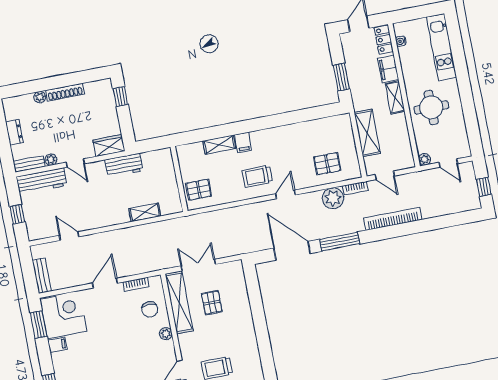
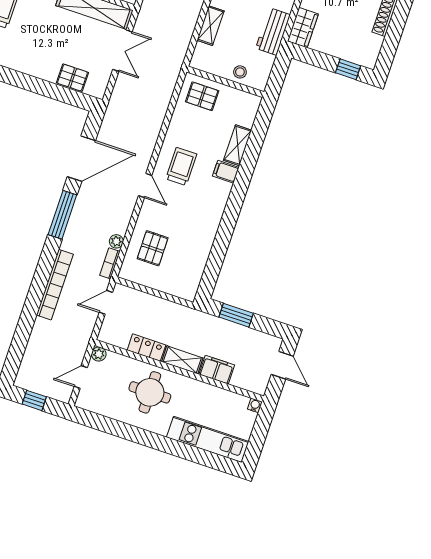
locker: (384, 40) -> (146, 348), moved
water cooler: (401, 41) -> (255, 405), moved
shelving: (367, 133) -> (161, 309), removed
stool: (166, 173) -> (240, 72), added
pallet: (199, 190) -> (202, 96), turned 90
plant: (333, 198) -> (116, 241), width x0.53, depth x0.53
pallet: (212, 303) -> (72, 78), moved

